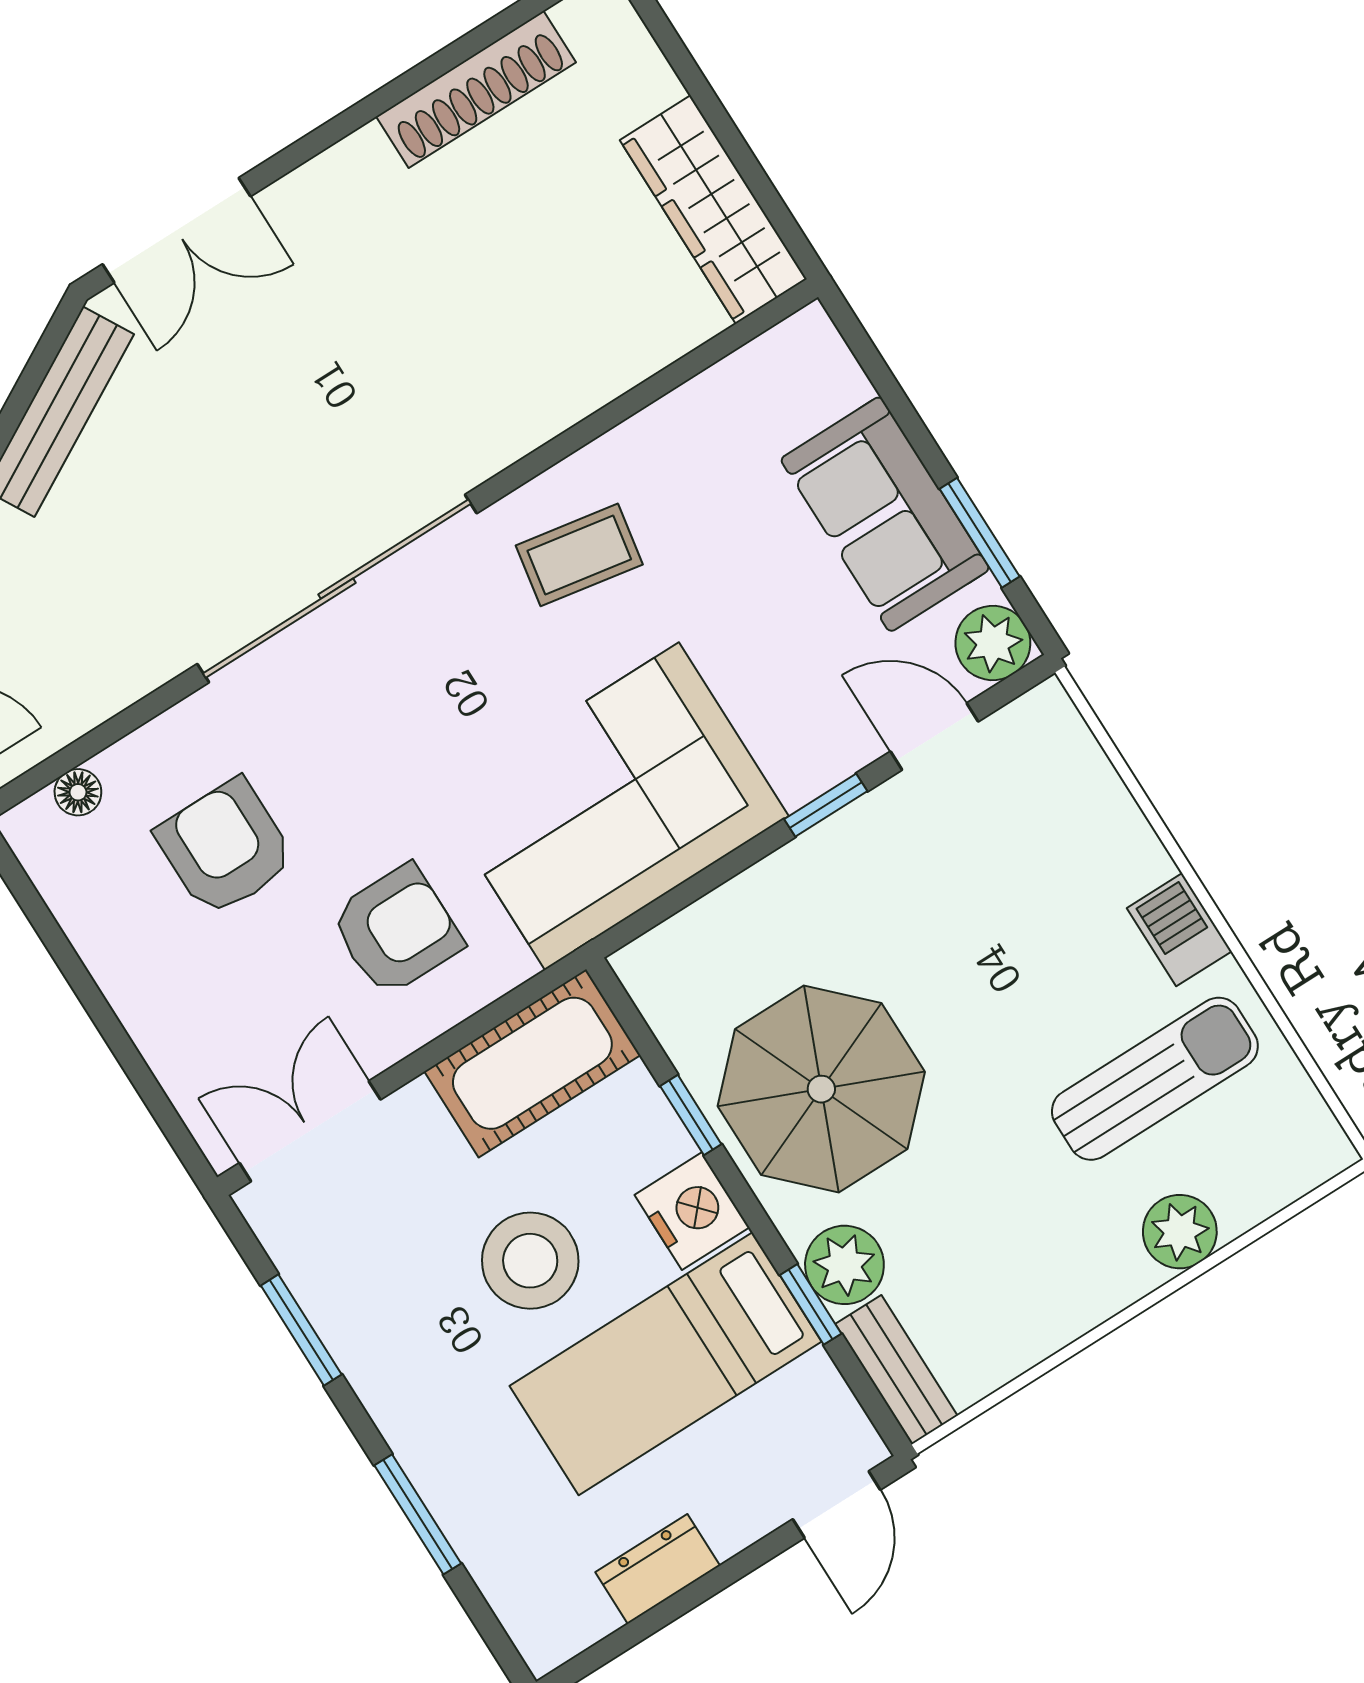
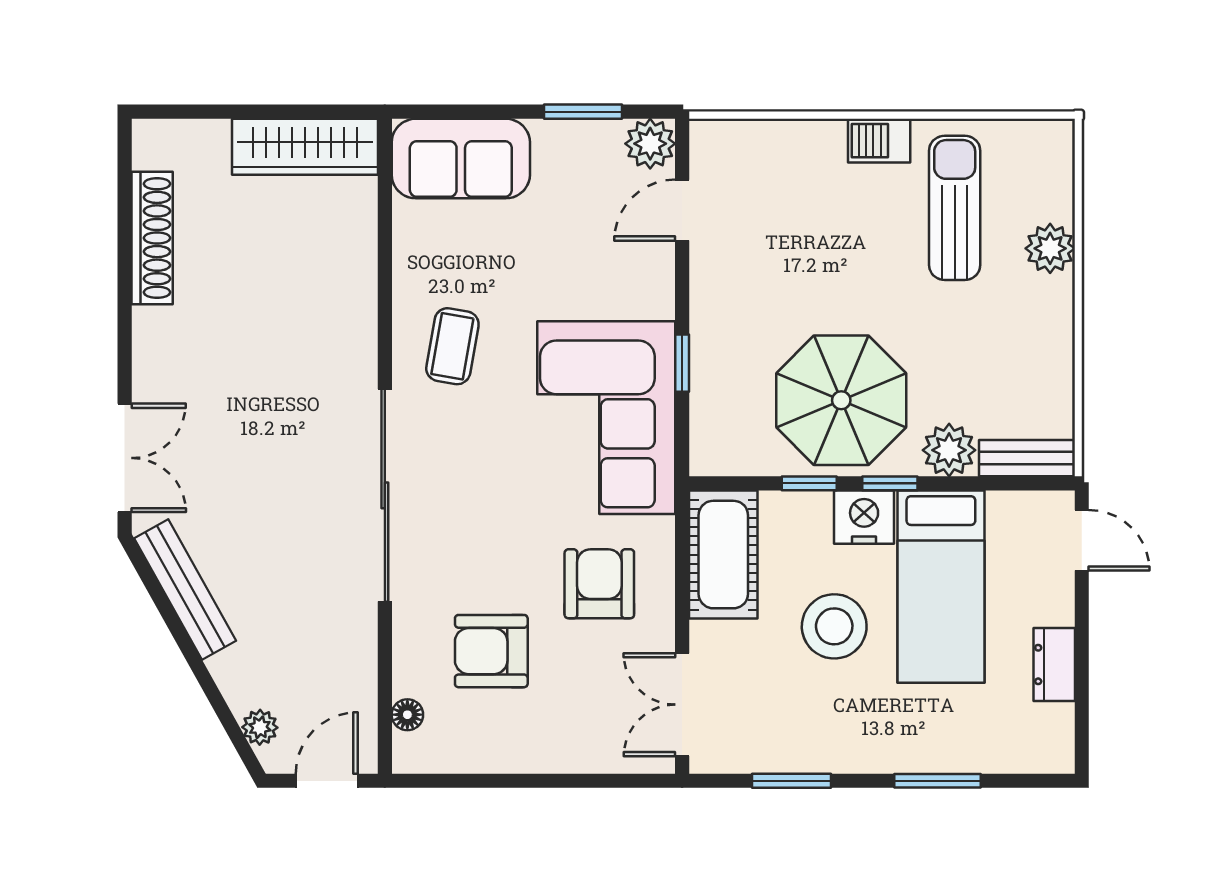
sofa: (885, 514) -> (461, 159), moved
window: (826, 805) -> (682, 363), moved
window: (811, 1304) -> (890, 483), moved

